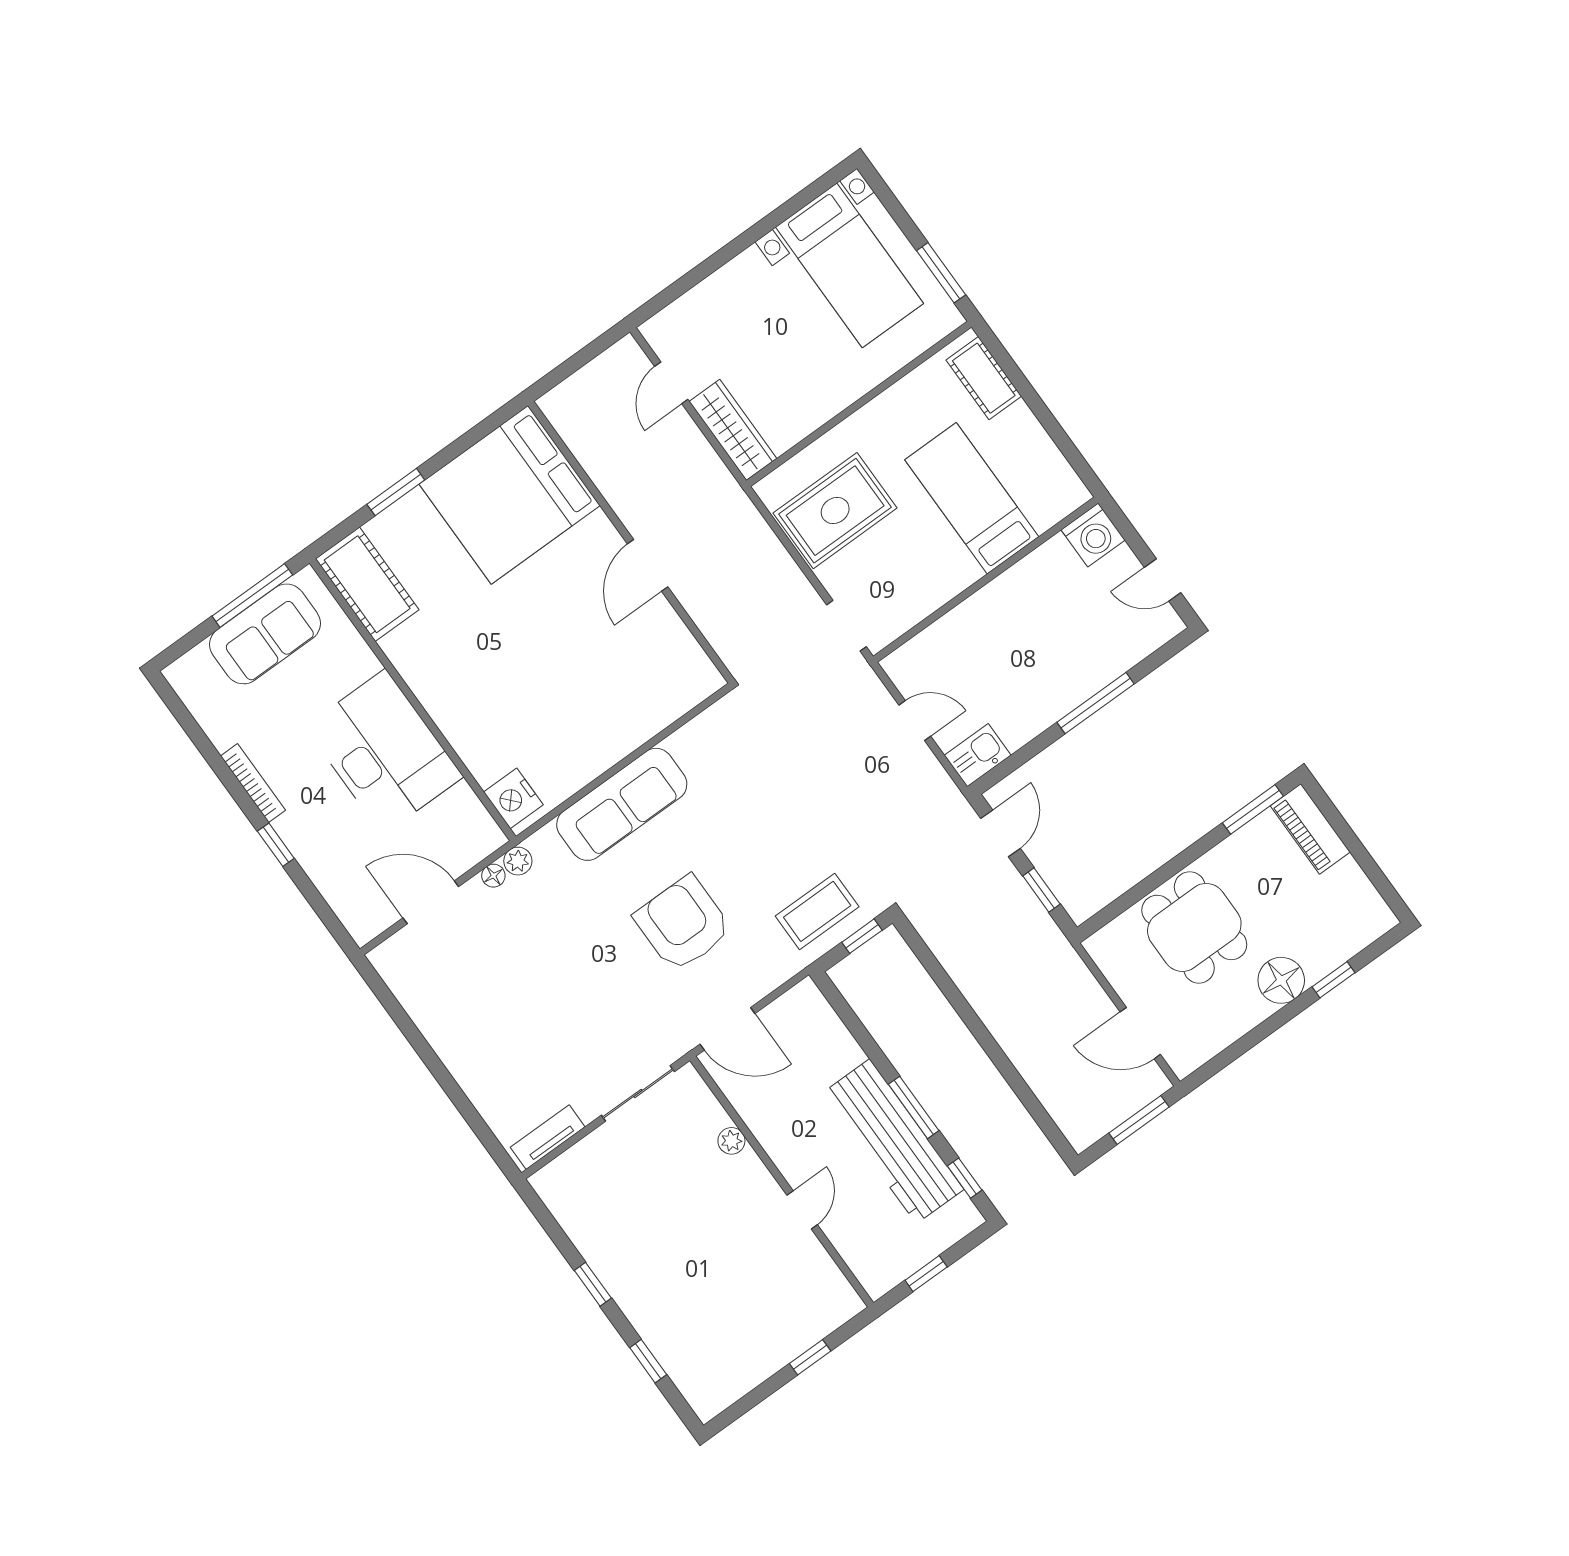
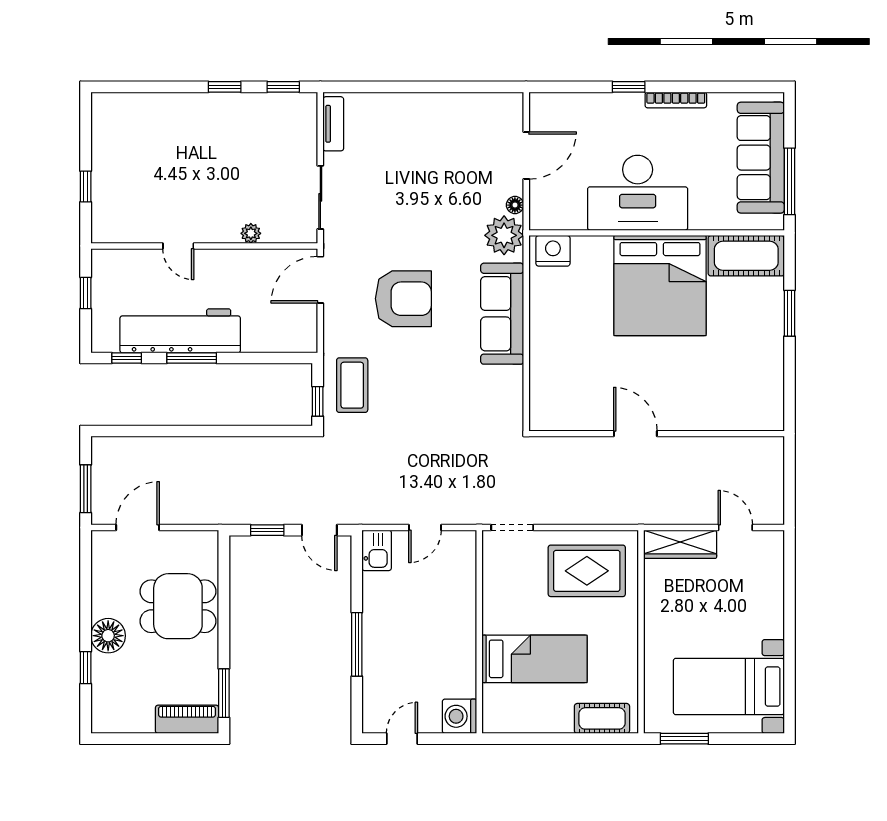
bed: (510, 495) -> (660, 286), moved, turned 180
rug: (835, 511) -> (587, 571), turned 90
sofa: (265, 634) -> (761, 158), width x1.36
plant: (518, 861) -> (504, 235), width x1.88, depth x1.88
window: (648, 1361) -> (283, 87), moved

